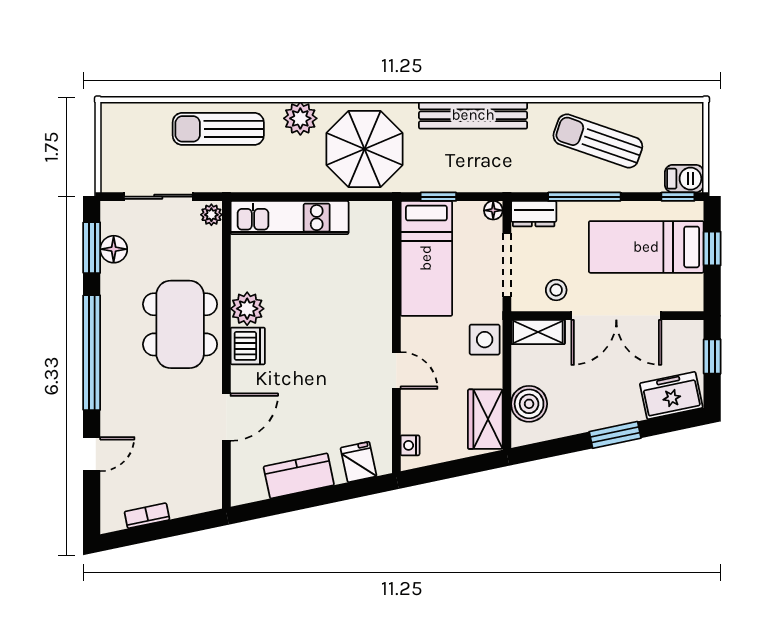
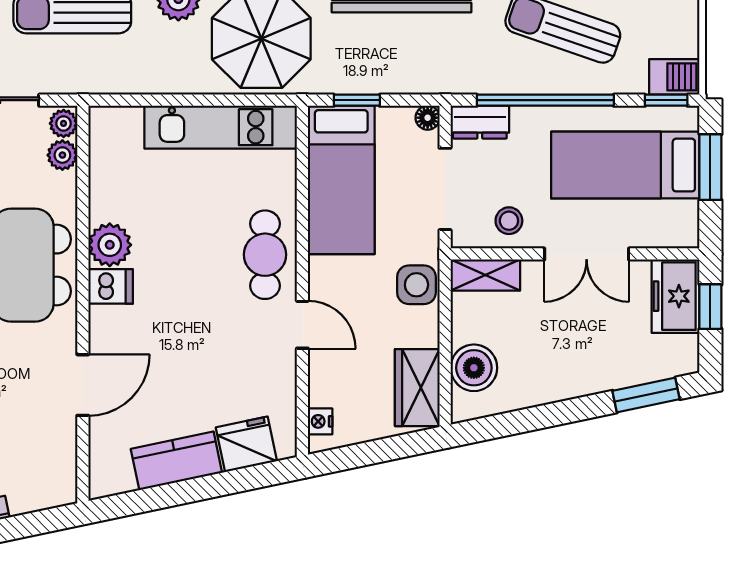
window: (584, 197) -> (545, 100), width x1.46
kitchen unit: (290, 218) -> (221, 127), moved
plant: (211, 239) -> (62, 155), added
window: (712, 248) -> (710, 167), width x1.50
cafe table: (367, 316) -> (265, 255), added
double door: (616, 316) -> (587, 254), width x0.73
dishwasher: (248, 346) -> (111, 286), width x0.73
freezer: (671, 395) -> (676, 296), moved, turned -78
window: (615, 435) -> (646, 395), moved
fridge: (359, 462) -> (246, 444), width x1.38

